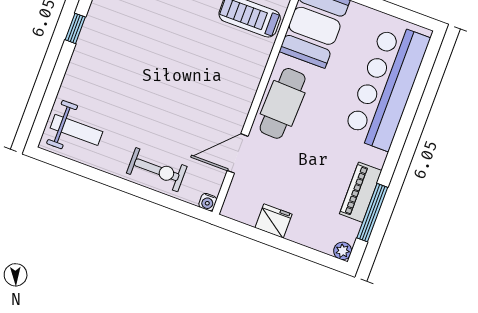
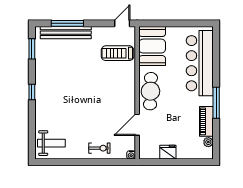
exercise bike: (157, 170) -> (99, 148), width x0.73, depth x0.72
window: (372, 213) -> (216, 103), moved
plant: (343, 251) -> (208, 142), moved

